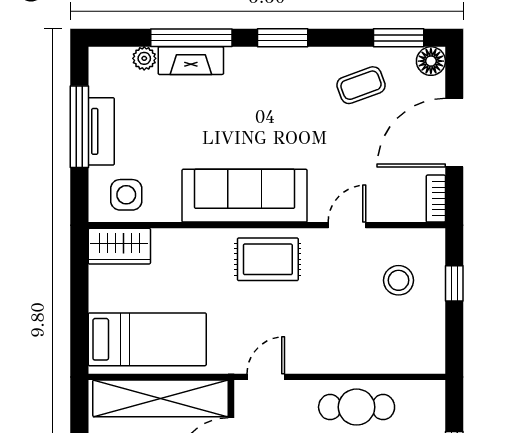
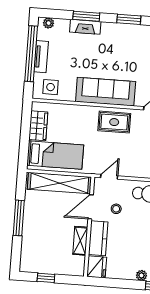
window: (191, 38) -> (86, 16), width x0.69
plant: (144, 58) -> (49, 23), moved
window: (79, 127) -> (31, 54), width x1.46
wardrobe: (119, 246) -> (38, 126), moved, turned -90

